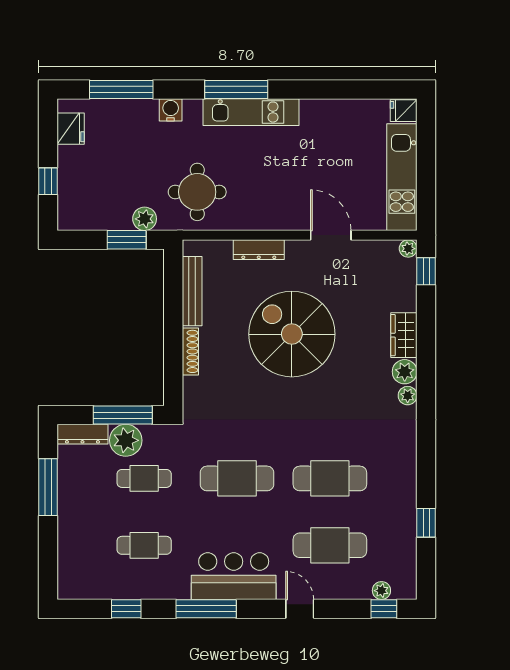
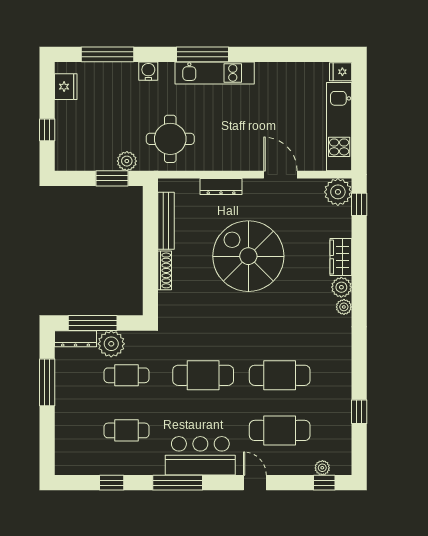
plant: (408, 249) -> (338, 192), width x1.88, depth x1.88
window: (123, 415) -> (93, 323), moved

